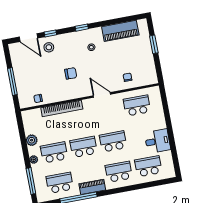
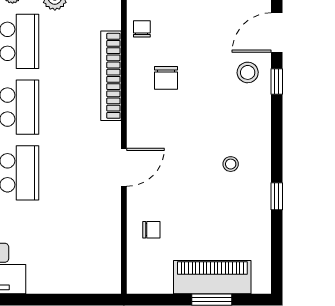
window: (82, 28) -> (277, 196), moved
piano: (120, 31) -> (212, 277), moved, turned 90
chair: (71, 73) -> (166, 78), moved
school desk: (137, 105) -> (87, 239), removed

